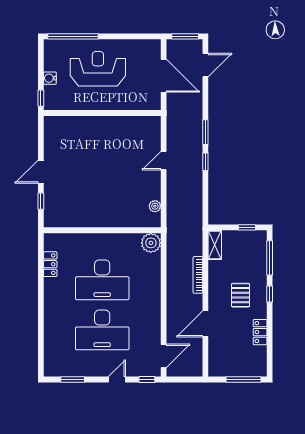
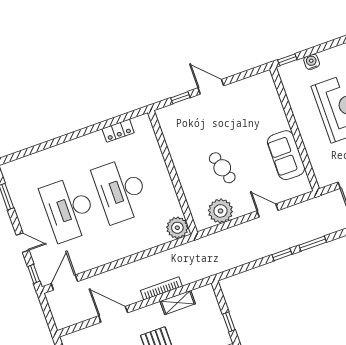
sofa: (122, 128) -> (286, 155), added
cafe table: (113, 186) -> (222, 168), added
plant: (155, 206) -> (220, 211), width x1.87, depth x1.87
shelving: (215, 245) -> (178, 302), moved
door: (164, 356) -> (64, 283), swing flipped

